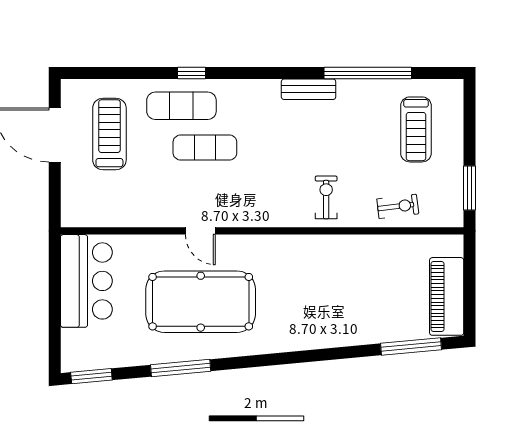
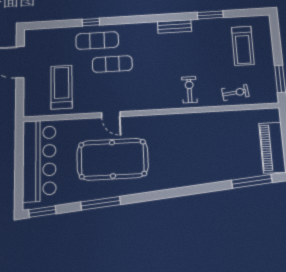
window: (192, 73) -> (91, 22), moved
window: (368, 73) -> (210, 15), width x0.47
treadmill: (109, 134) -> (61, 87), moved
bar counter: (86, 281) -> (39, 161), width x1.36

